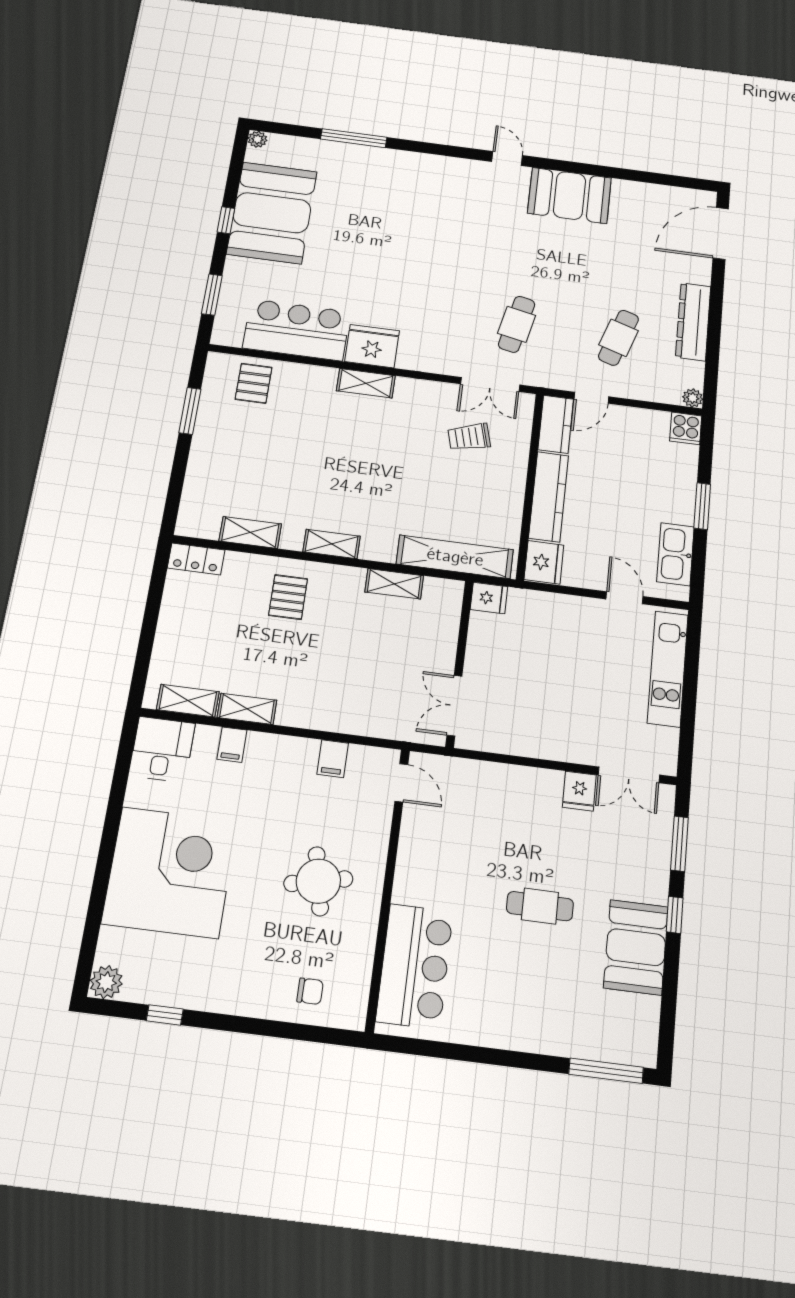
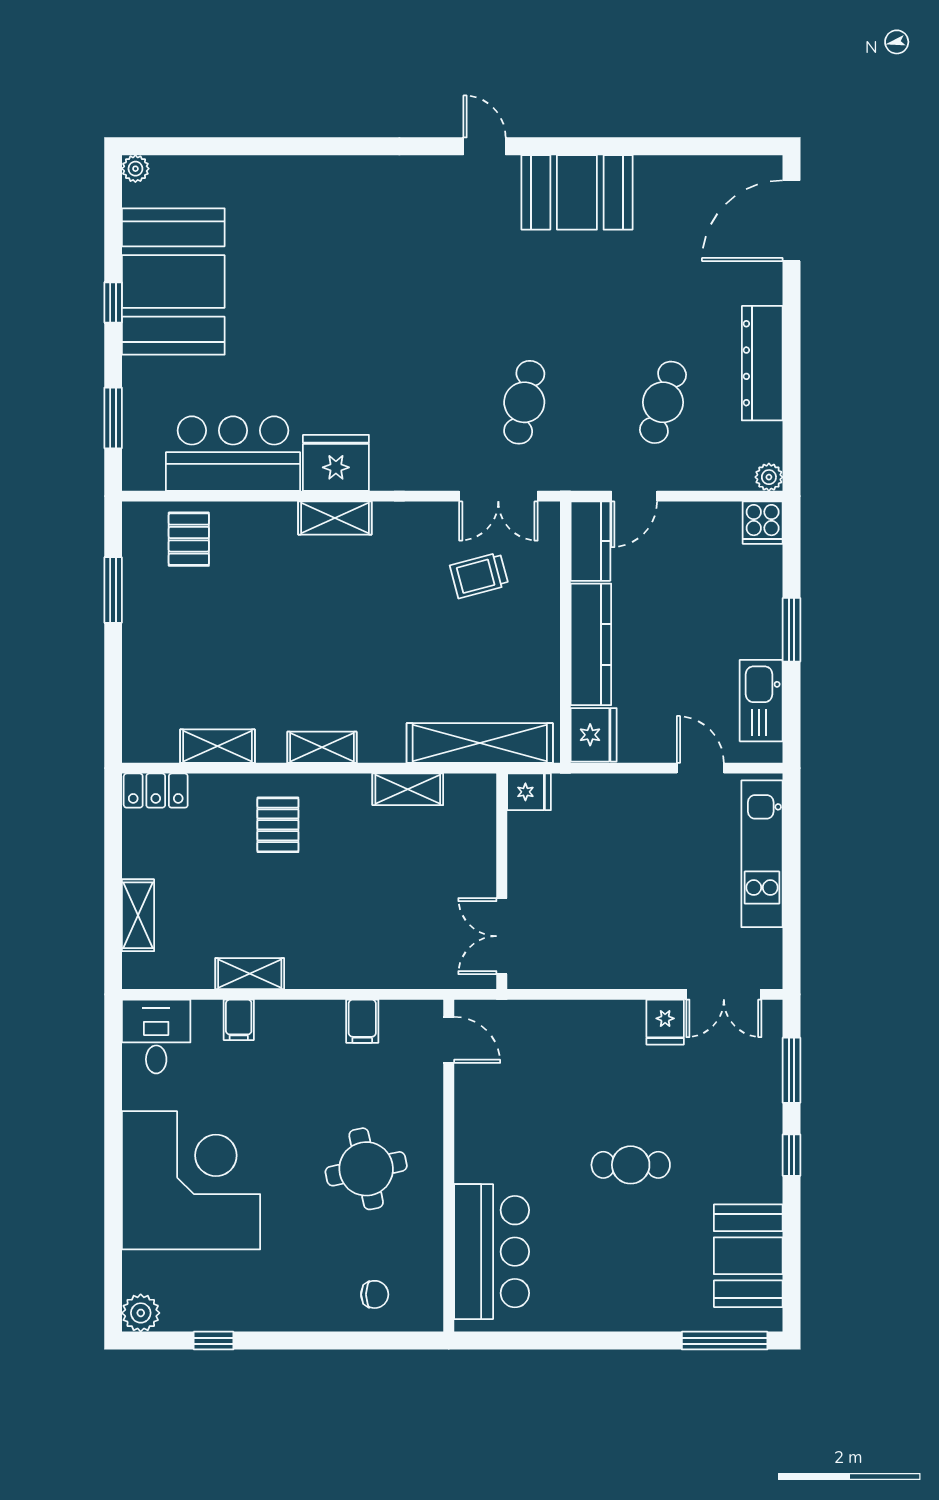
window: (354, 138) -> (268, 146), removed
shelving: (188, 701) -> (138, 915), moved, turned 90
booth: (636, 947) -> (748, 1256), moved

